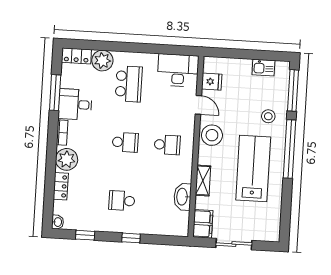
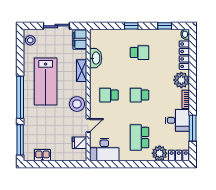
door: (198, 105) -> (88, 125), swing flipped
stool: (268, 116) -> (30, 40), moved
locker: (61, 186) -> (184, 55), width x1.53

